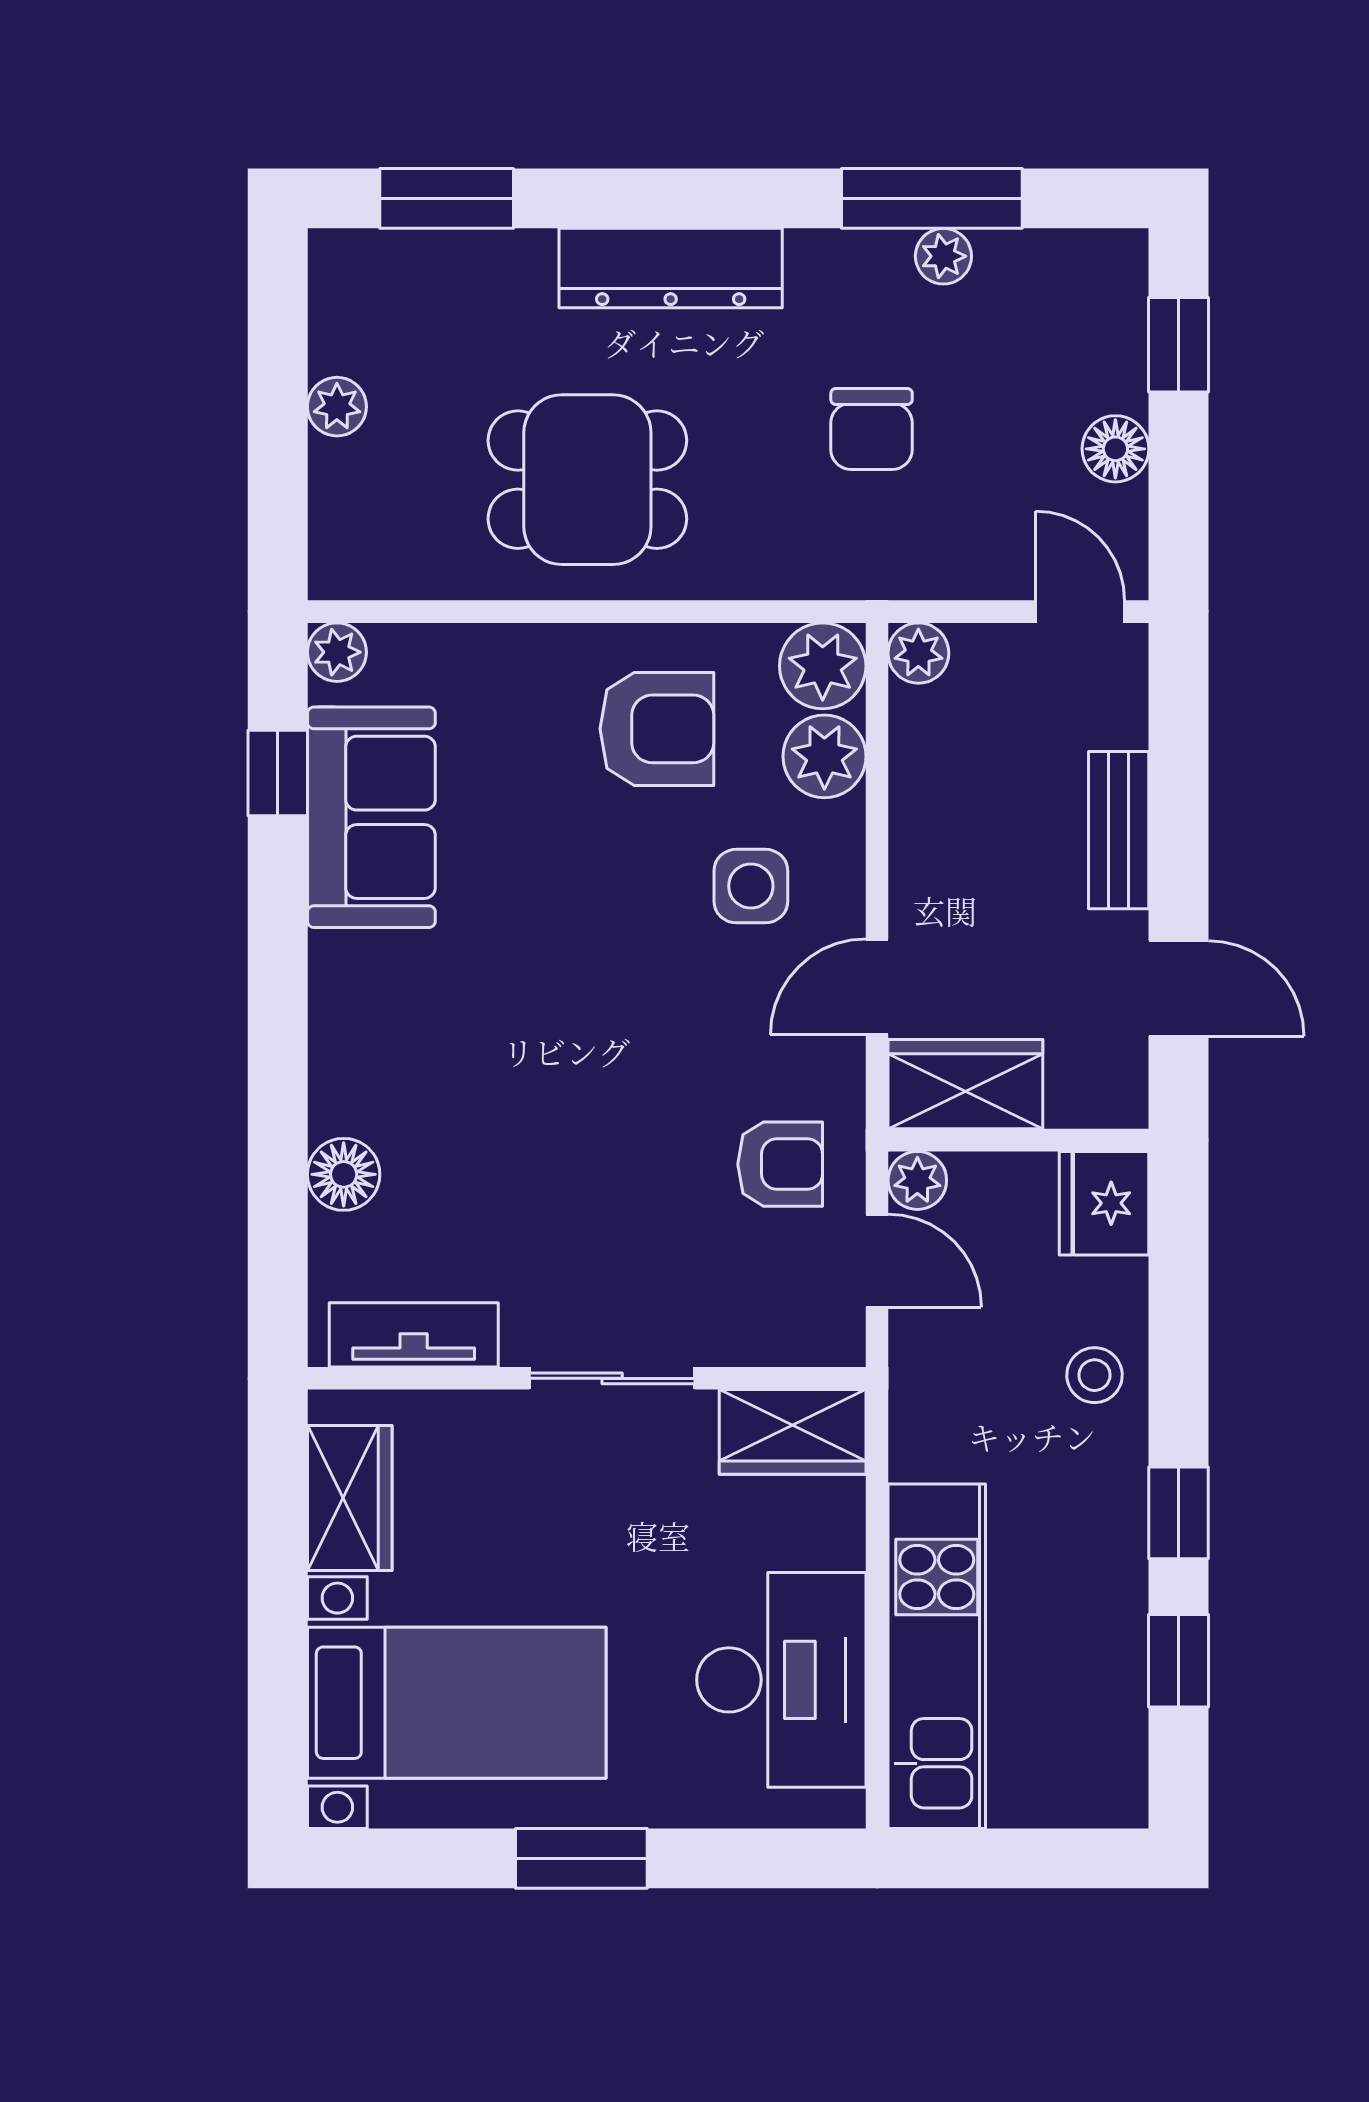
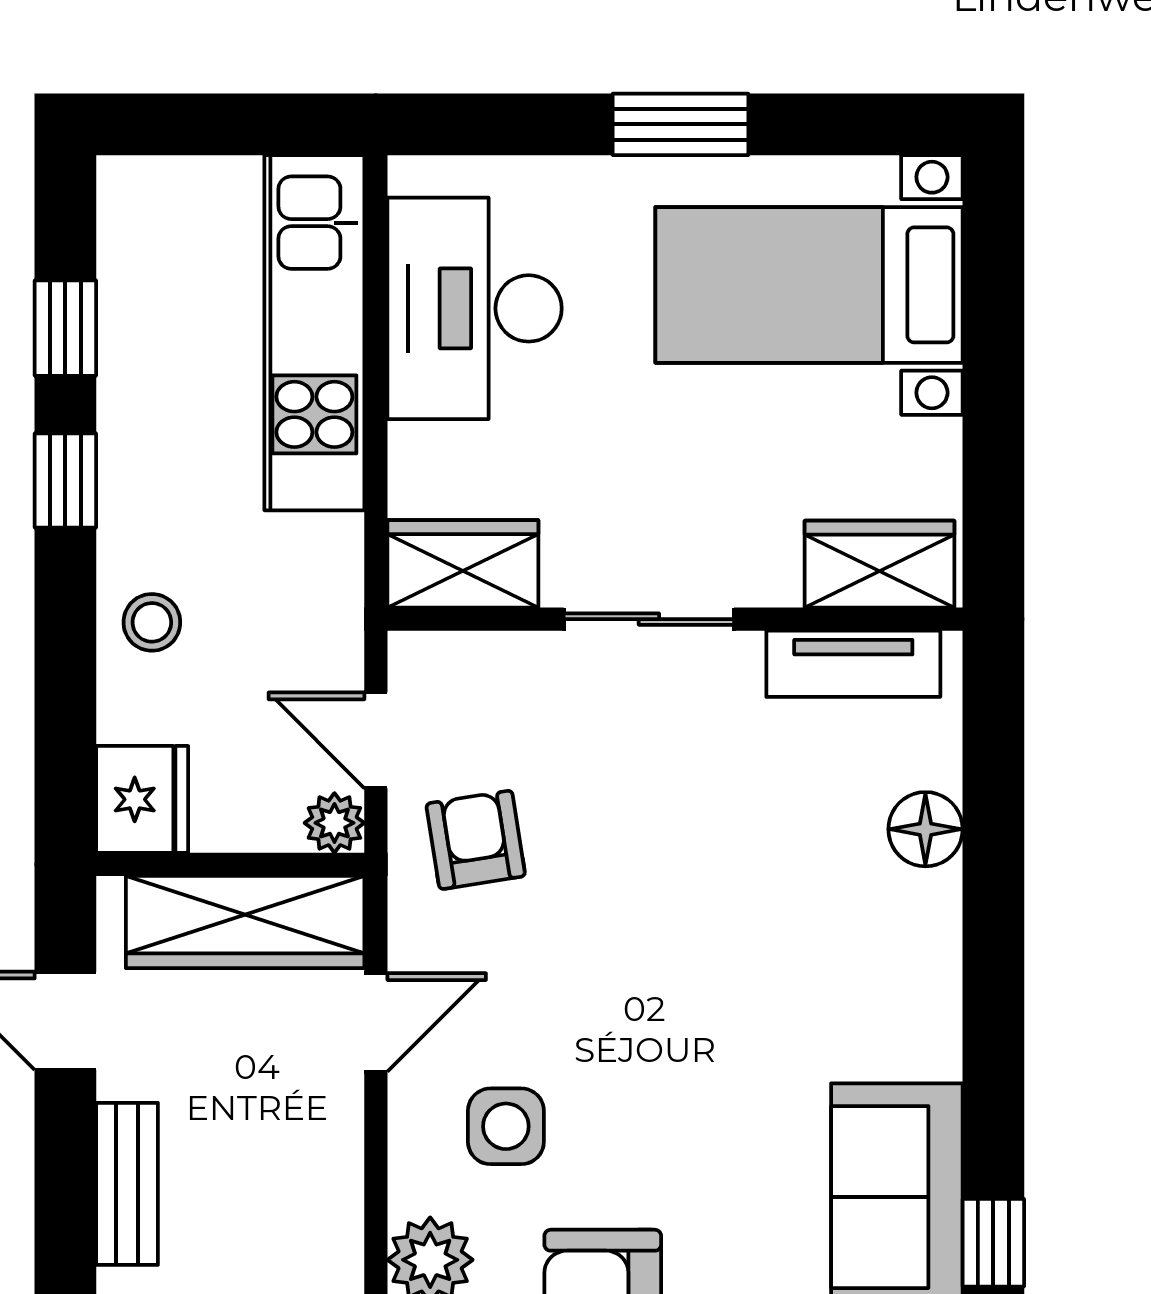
wardrobe: (965, 1084) -> (245, 922), width x1.50
armchair: (780, 1164) -> (476, 840), turned 81
wardrobe: (350, 1498) -> (879, 564), moved, turned 90

